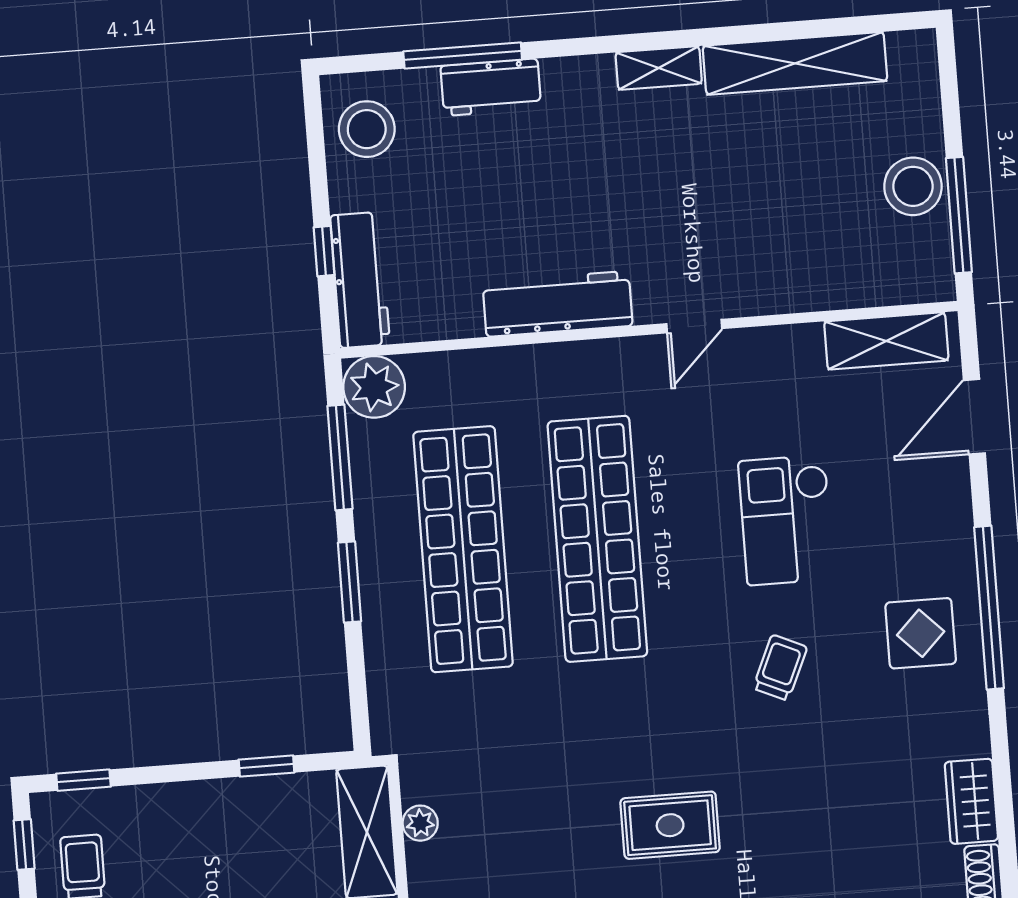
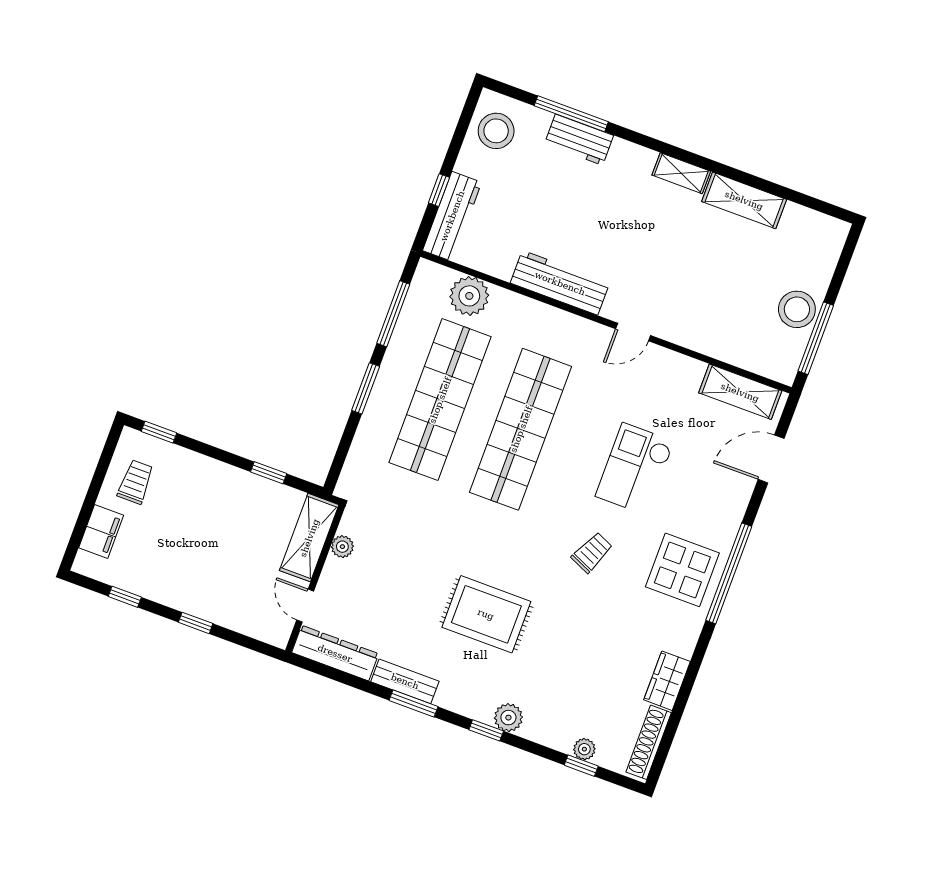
shelving: (795, 63) -> (744, 200), width x0.68
plant: (374, 387) -> (469, 296), moved
display table: (921, 633) -> (682, 570), width x1.36, depth x1.36
rug: (670, 825) -> (486, 614), width x1.36, depth x1.43
window: (24, 845) -> (108, 454), removed

